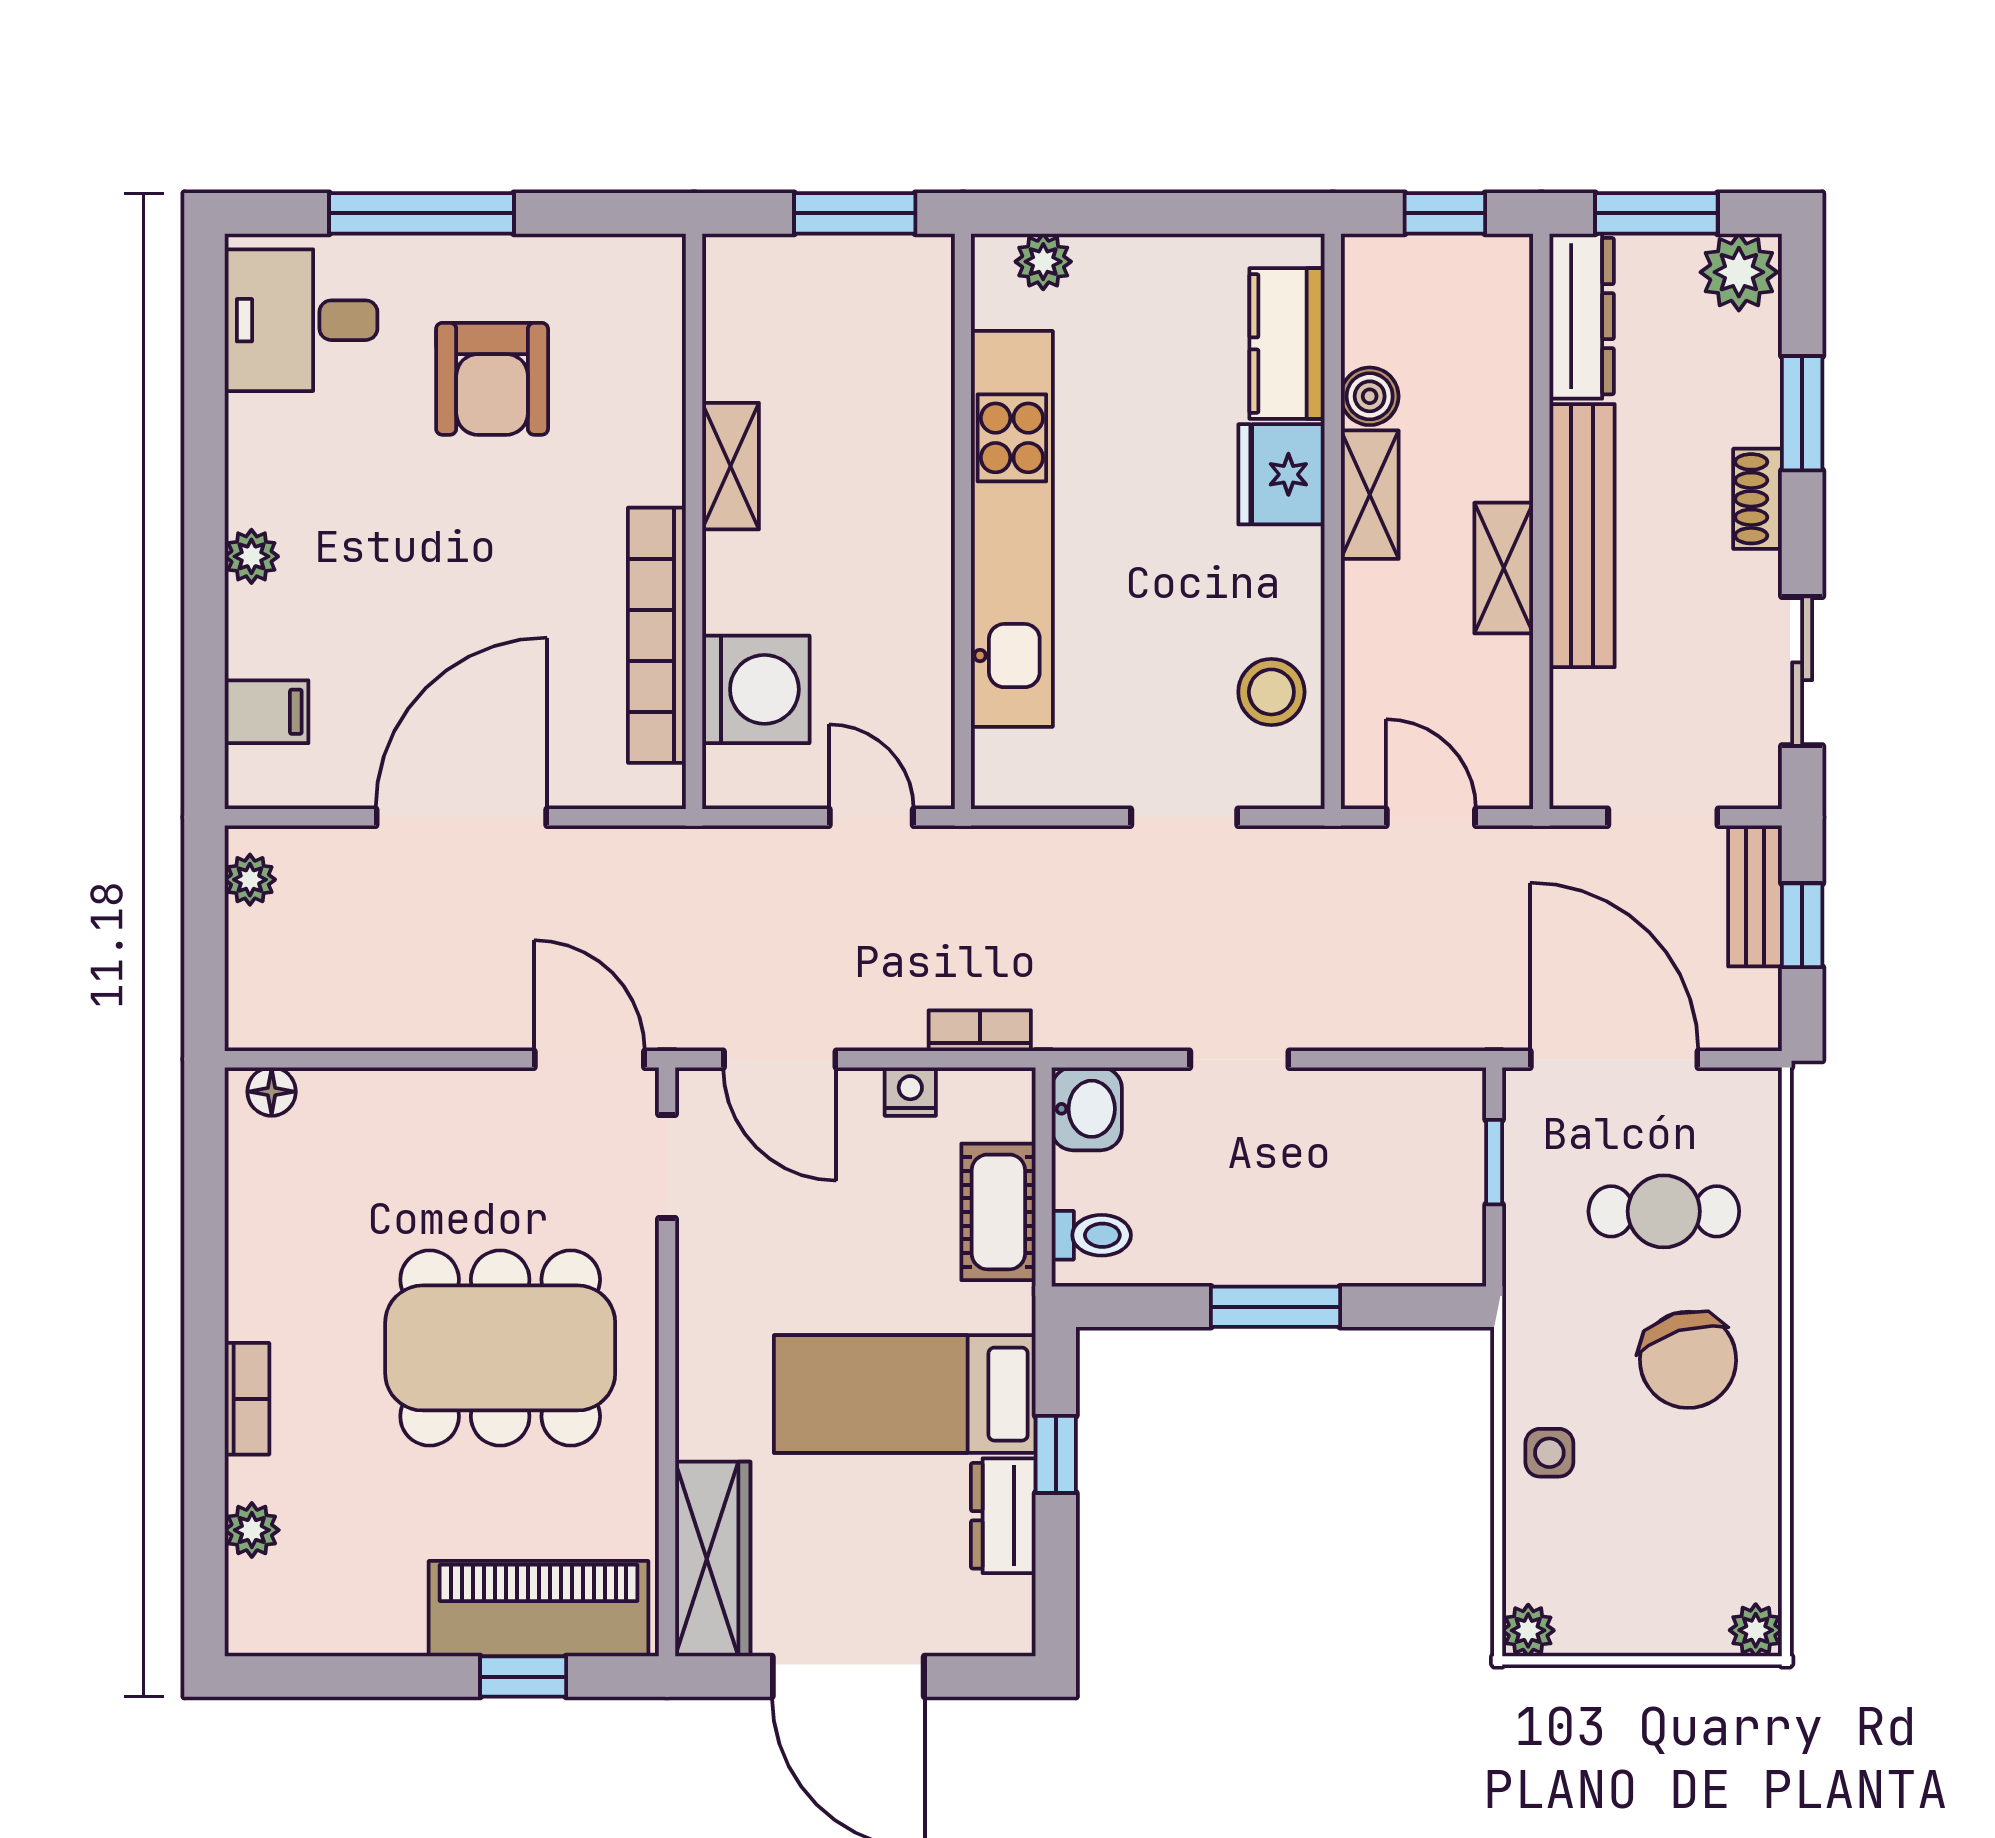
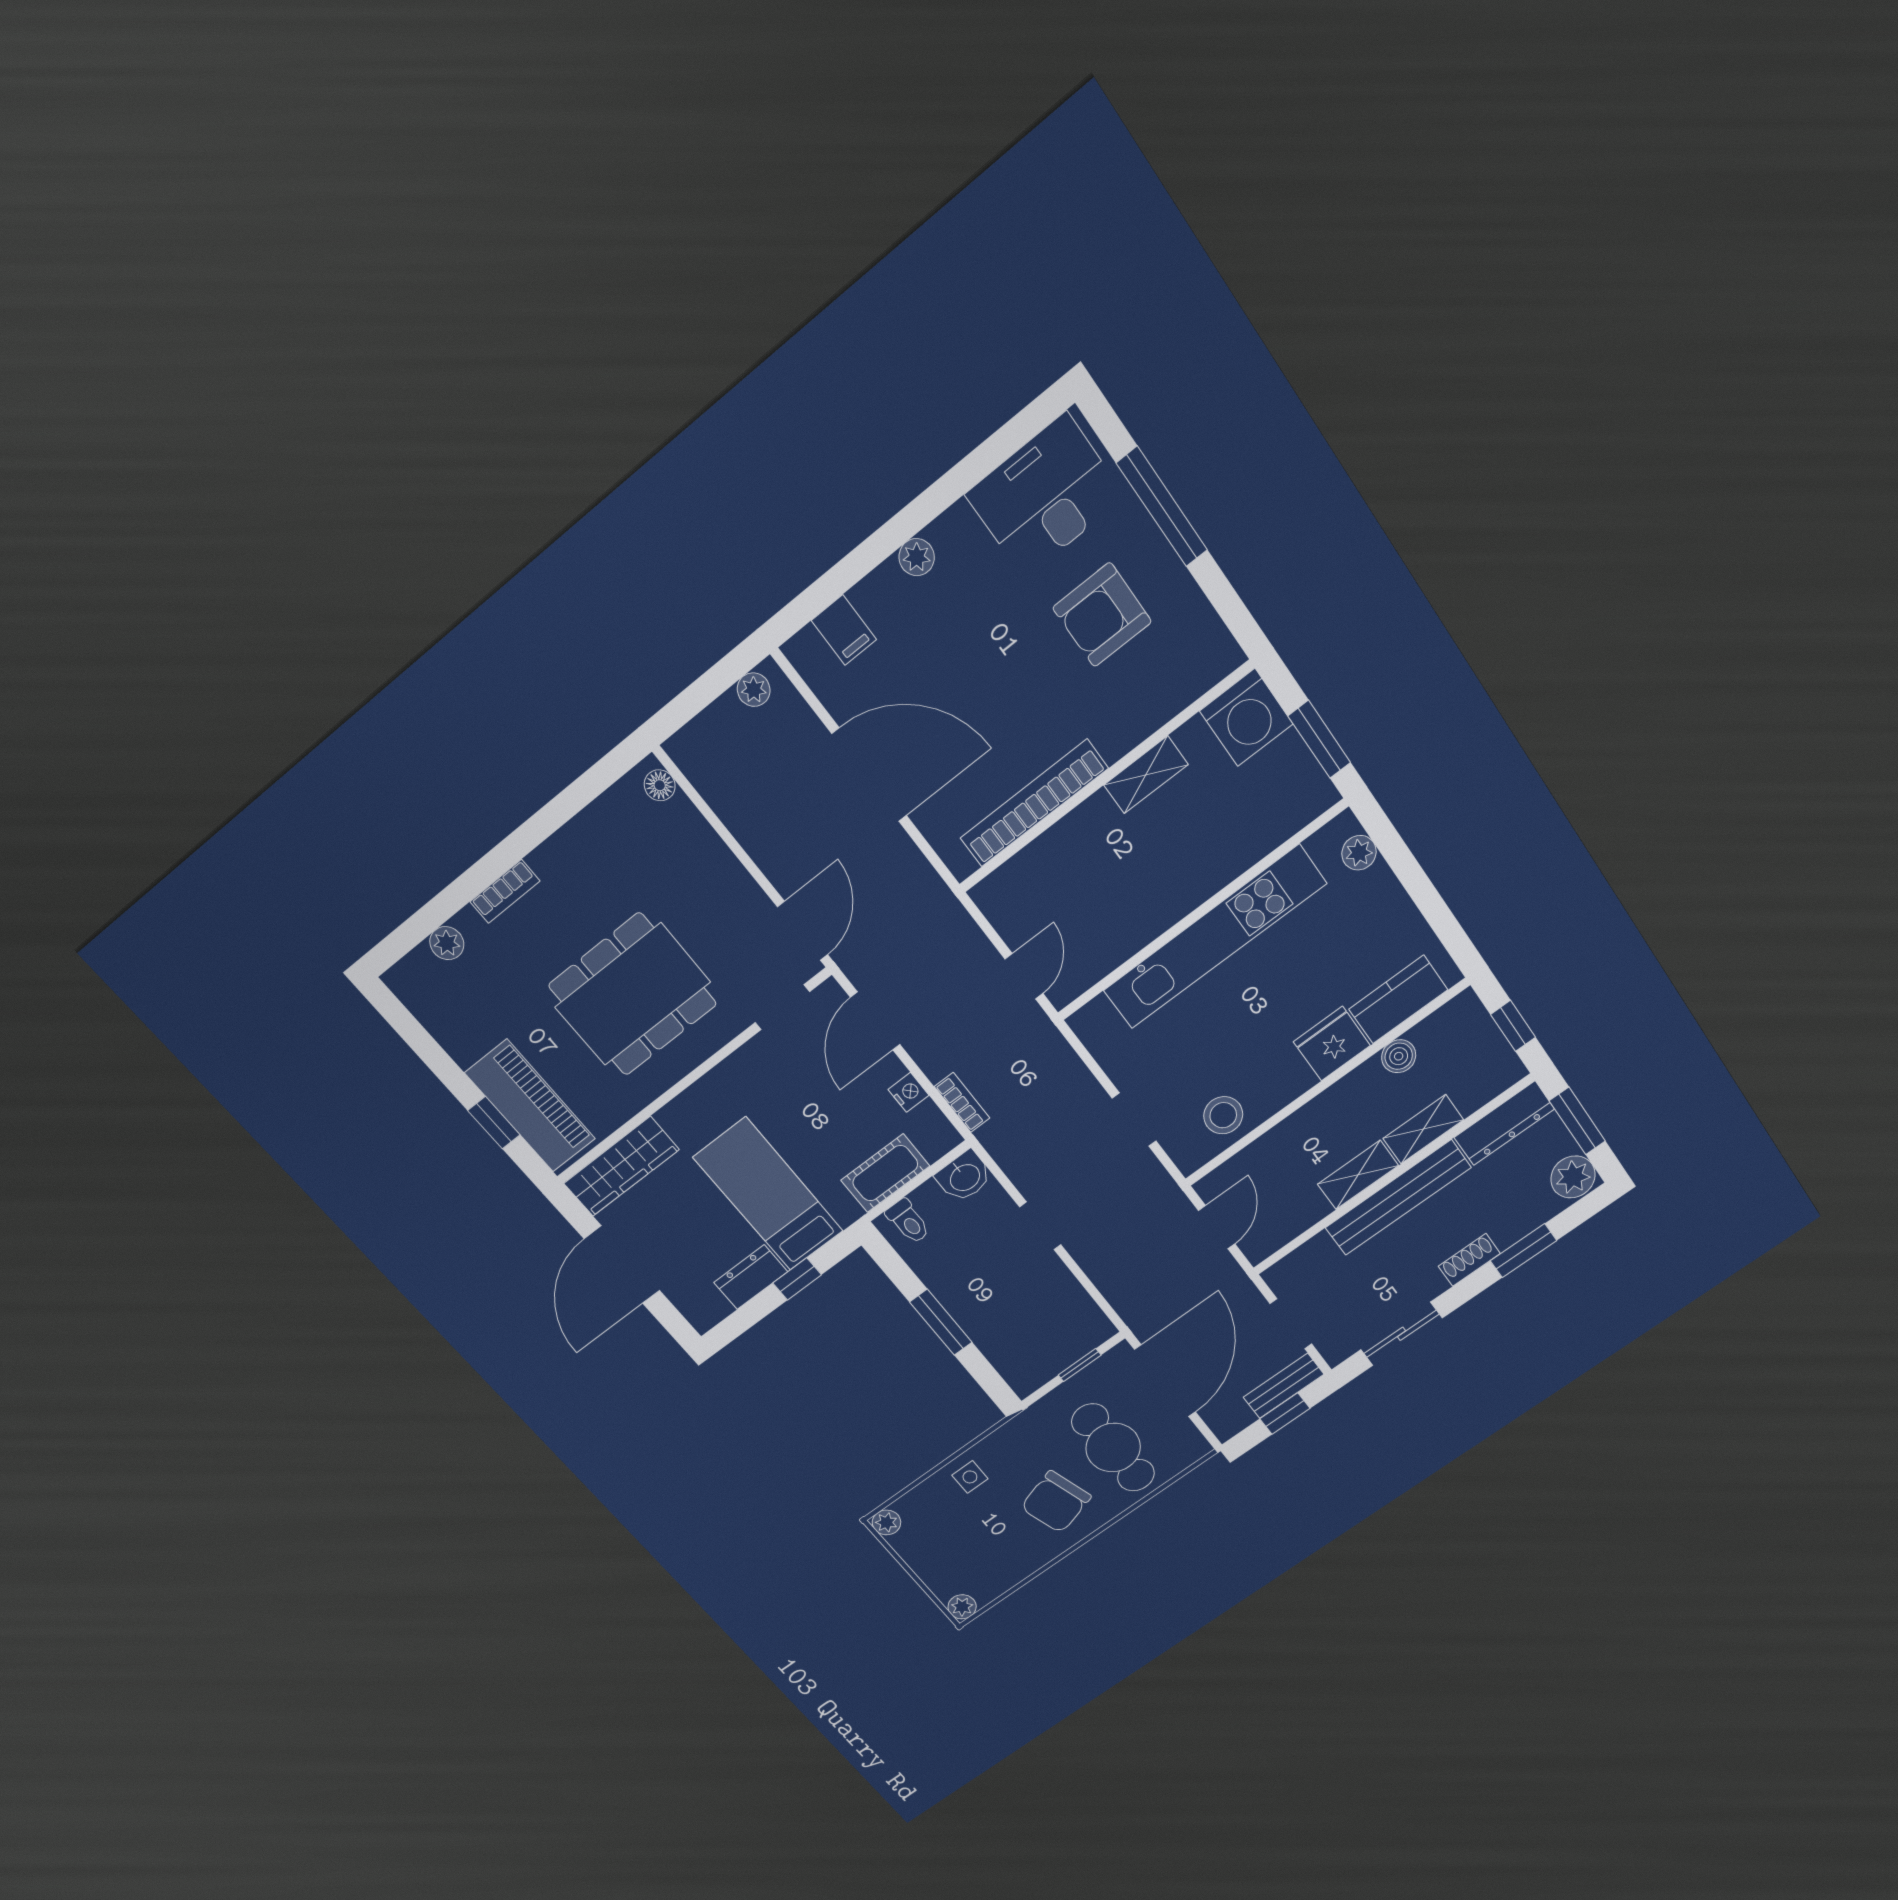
desk: (301, 320) -> (1045, 496), width x1.37
shelving: (1370, 495) -> (1423, 1129), moved
washing machine: (756, 689) -> (1246, 717), moved
cafe table: (1664, 1211) -> (1113, 1448), width x1.37, depth x1.35
dining table: (500, 1348) -> (633, 995), turned 90

